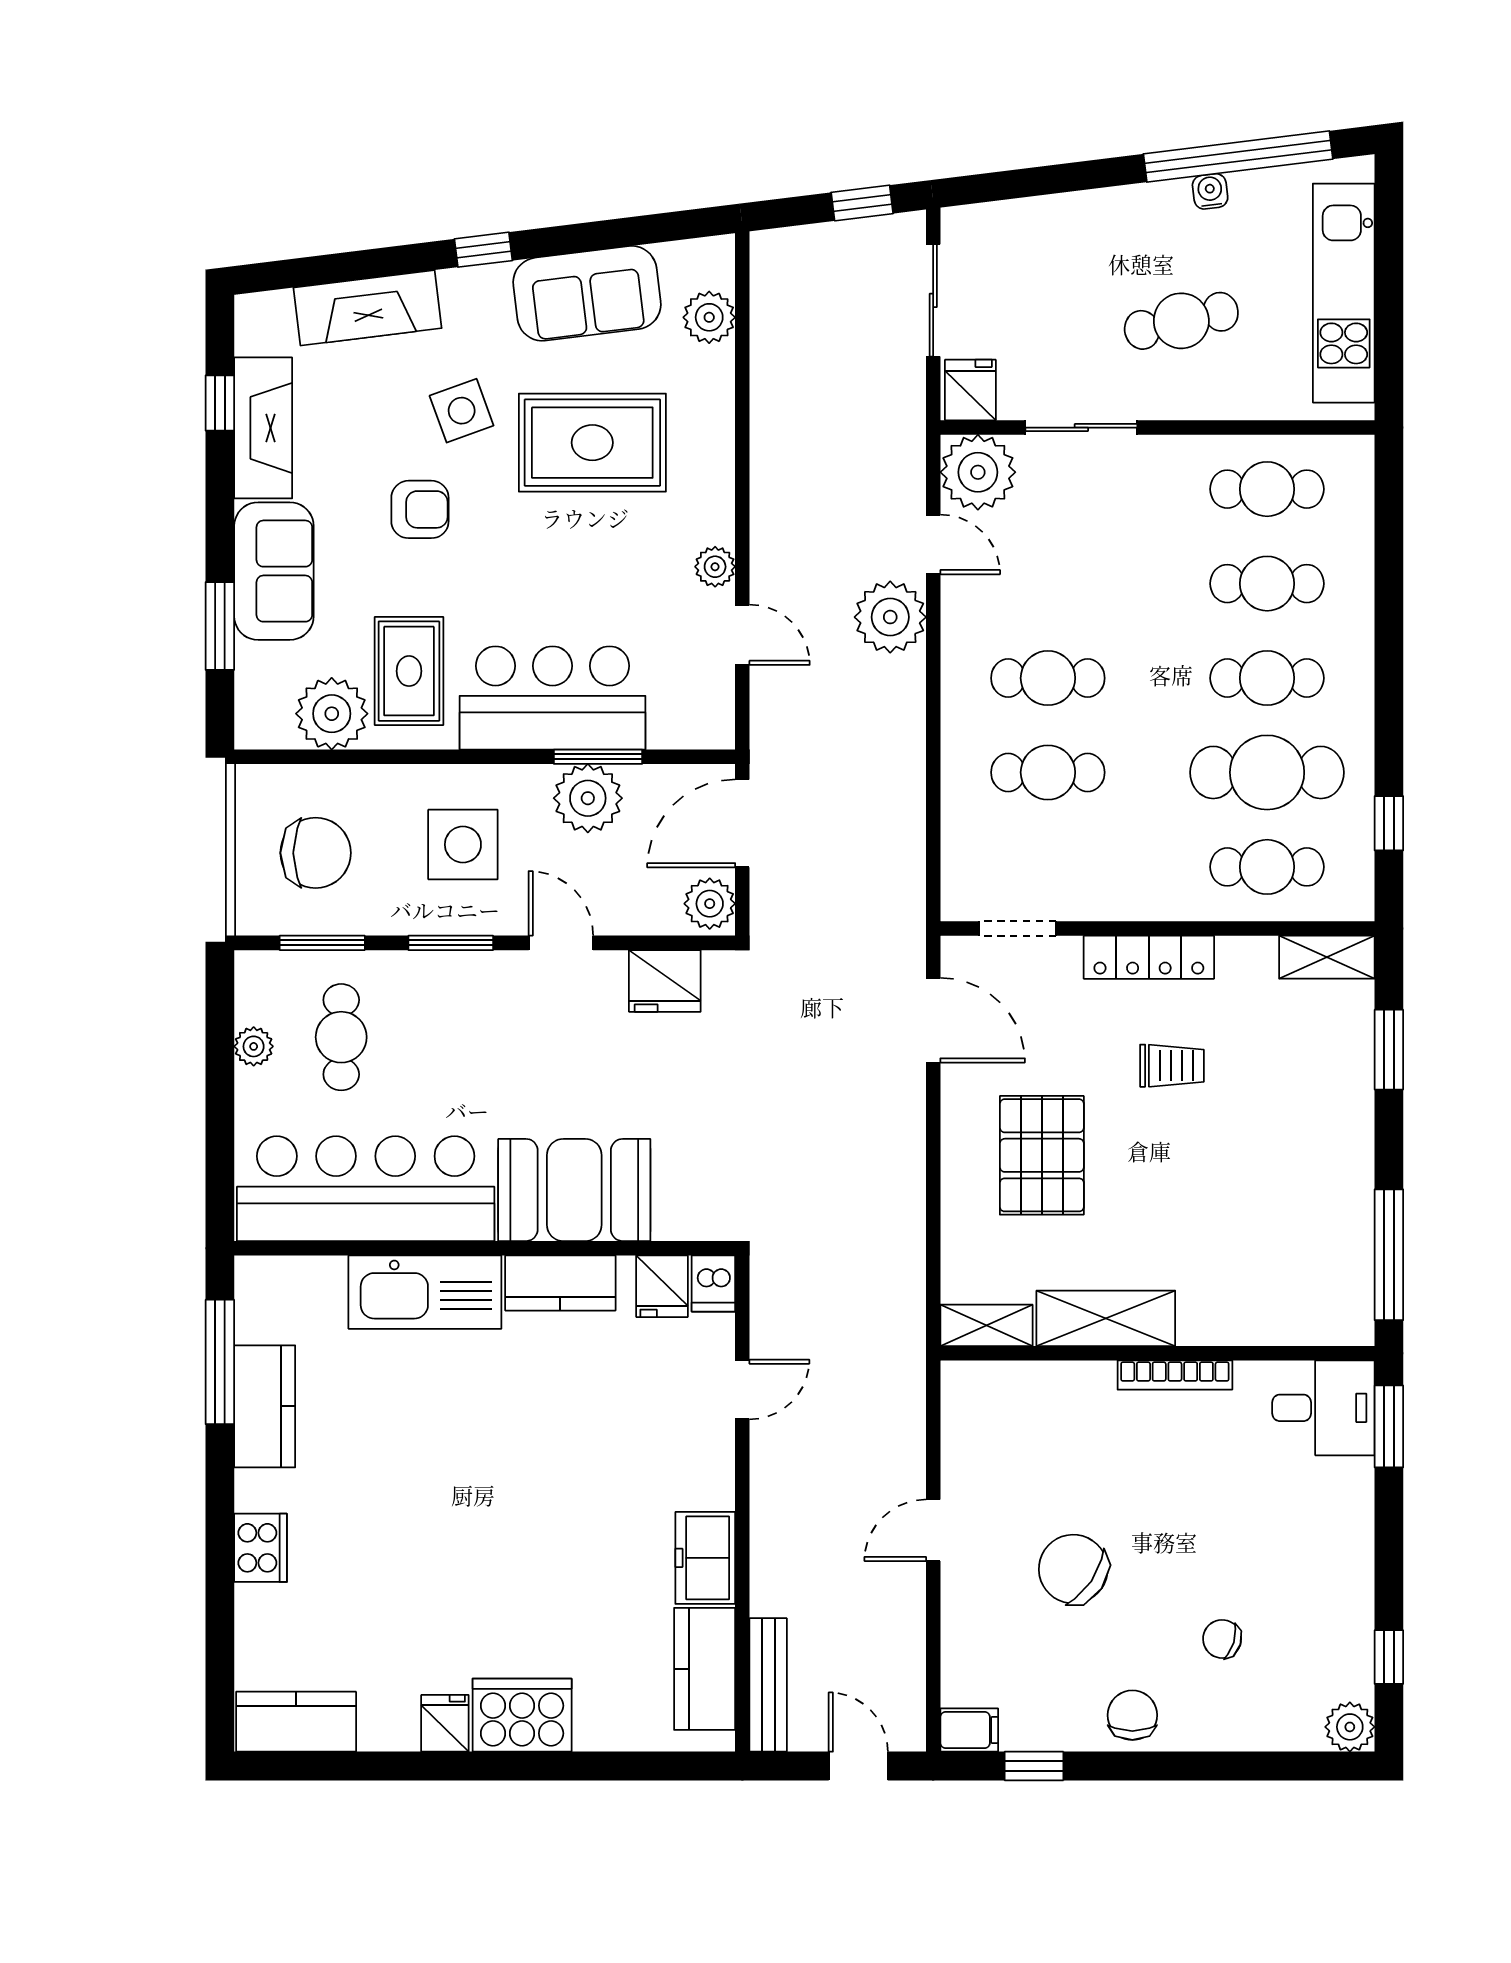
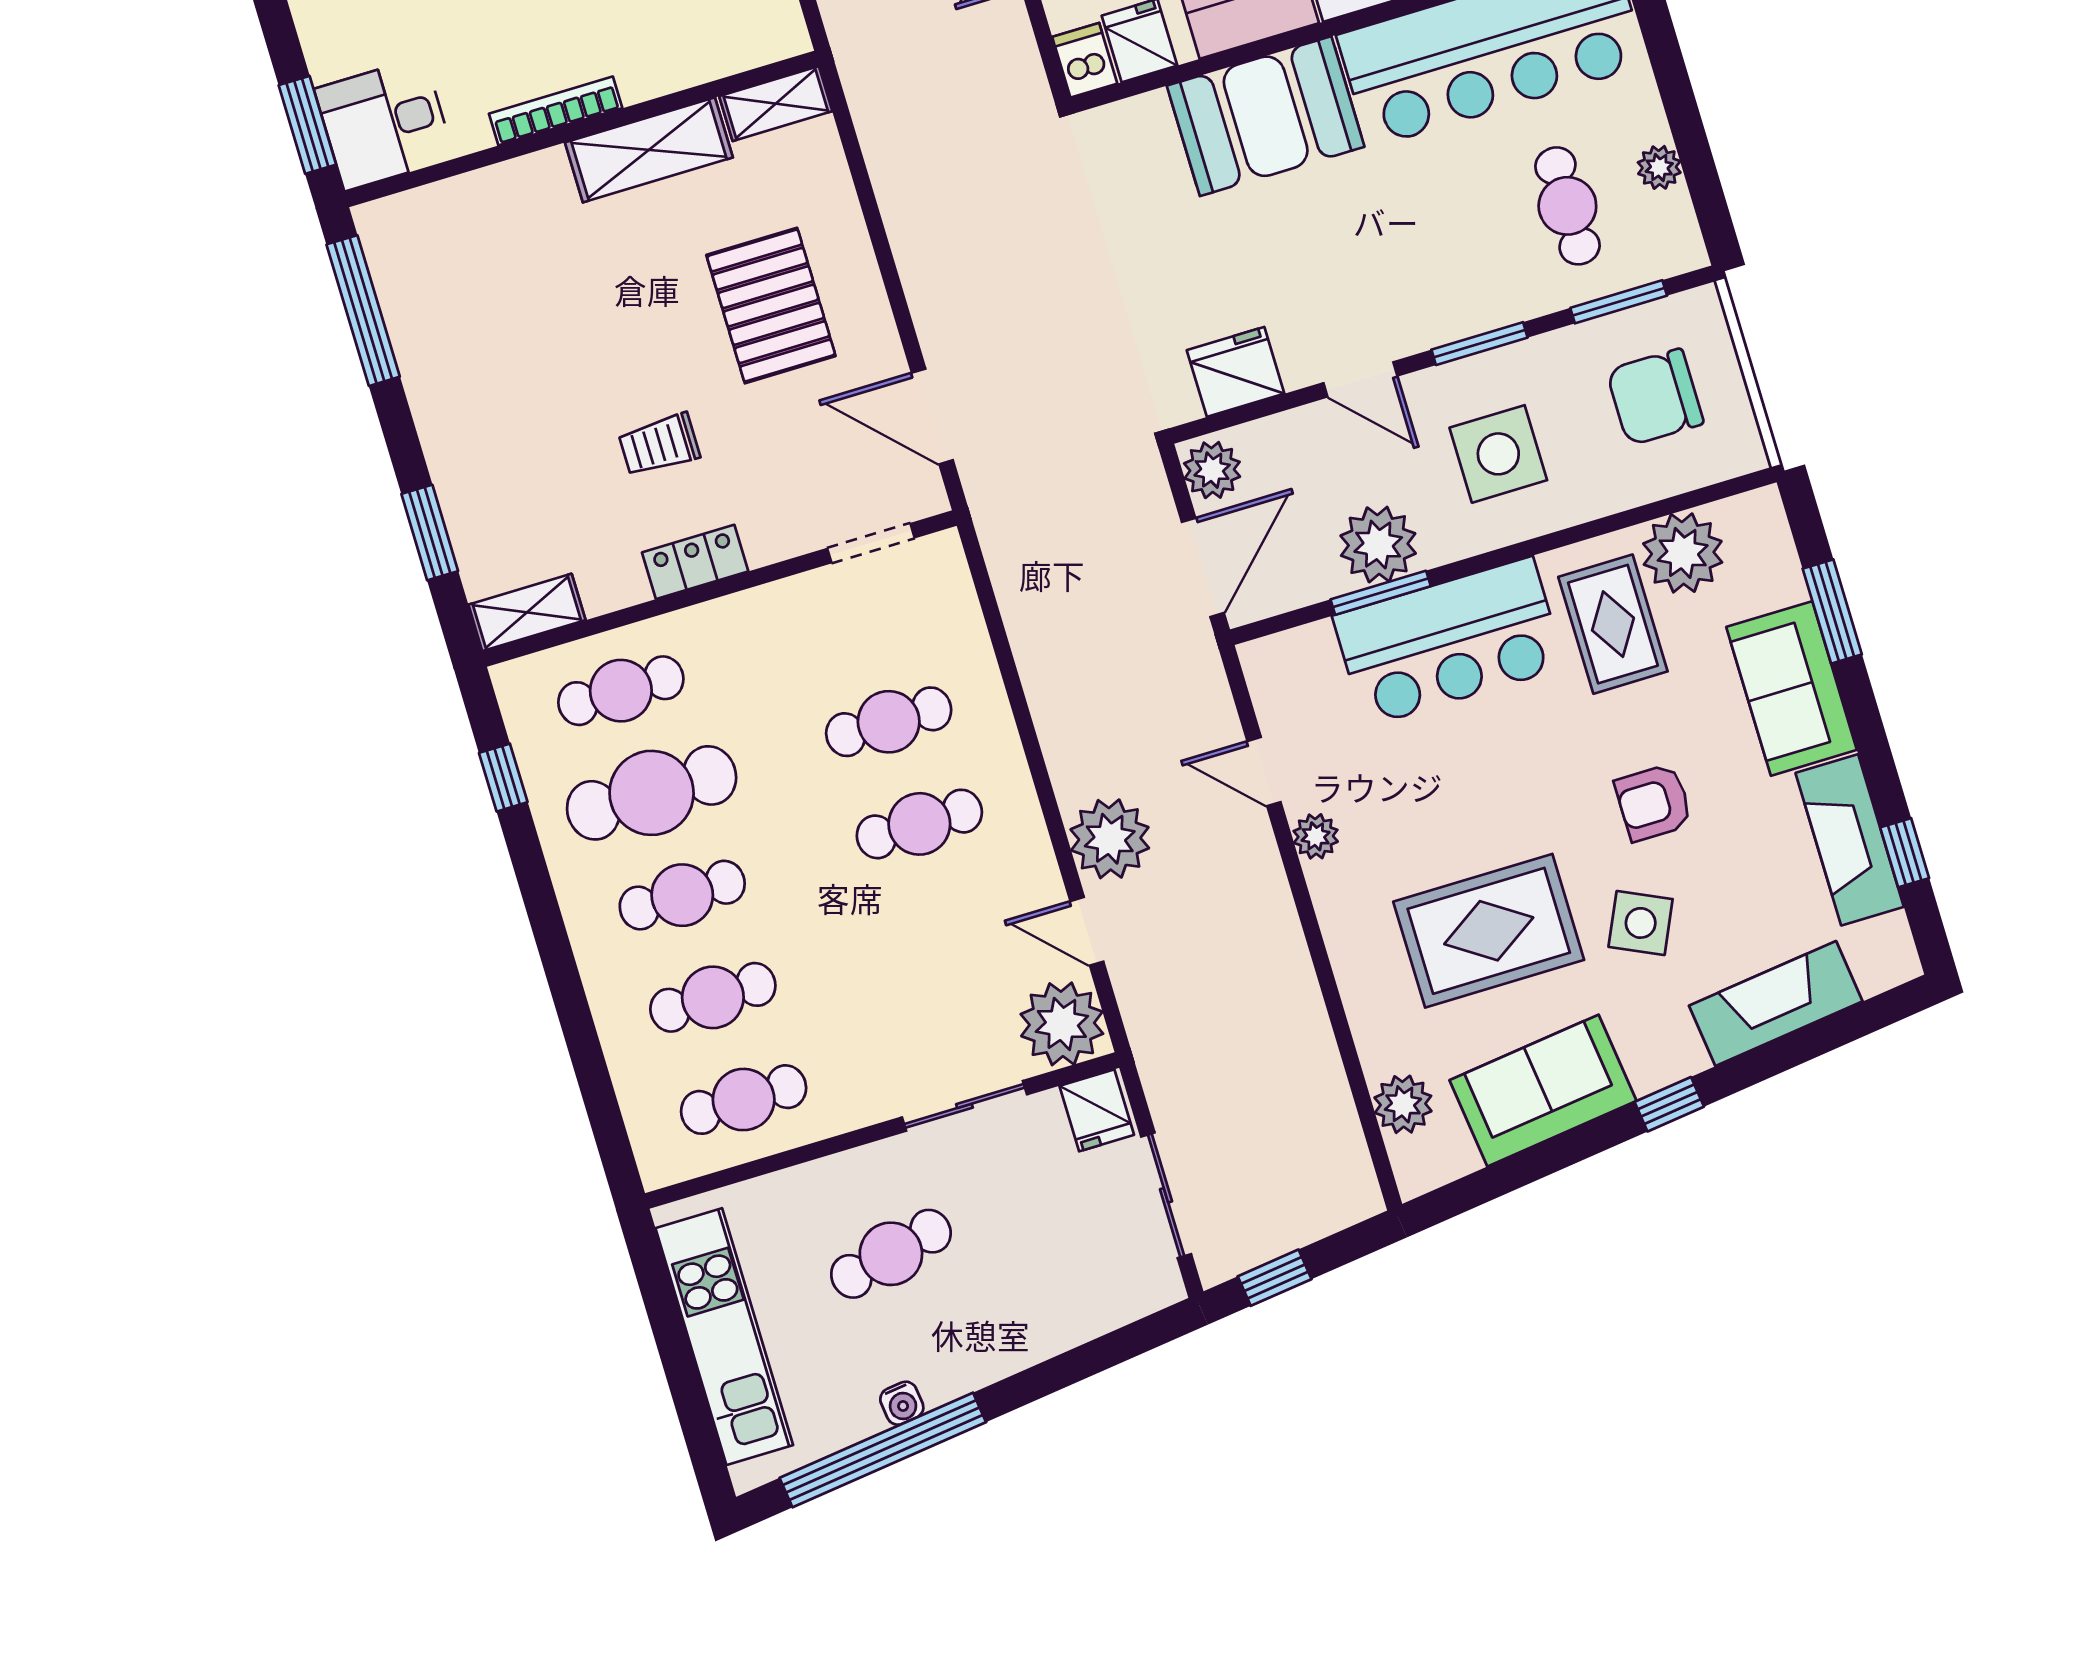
side table: (462, 411) -> (1641, 923), turned 45
locker: (1149, 957) -> (695, 562), width x0.66

